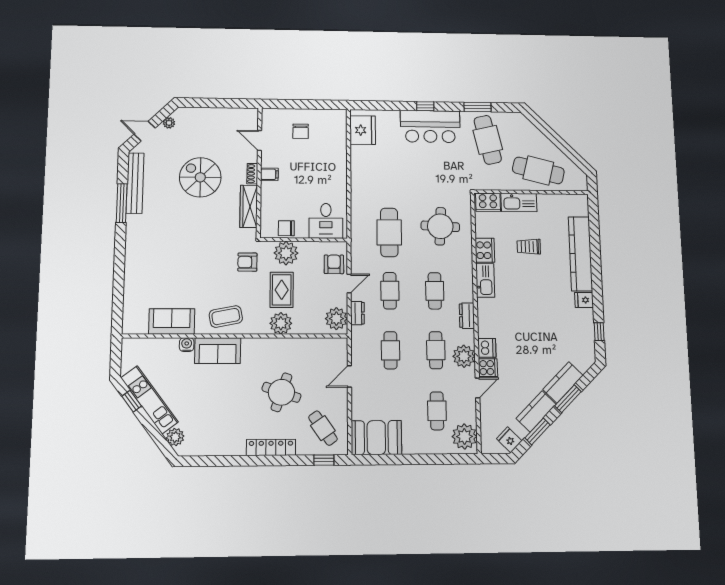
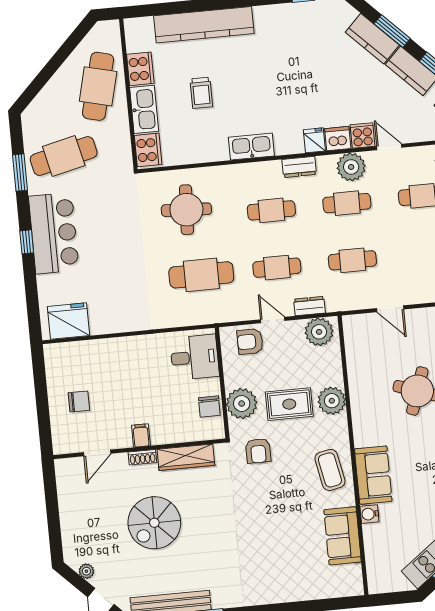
cooker: (485, 250) -> (140, 69), moved, turned 90
fridge: (584, 300) -> (314, 140), moved, turned 180

